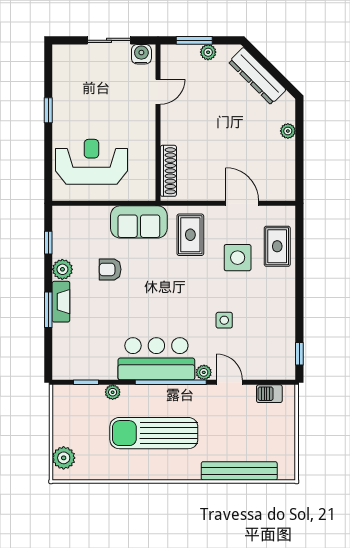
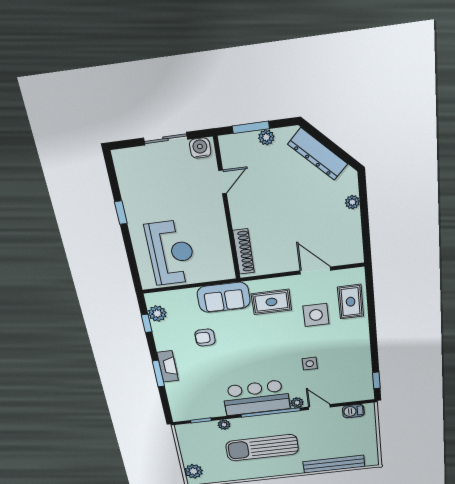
reception desk: (91, 162) -> (171, 253), turned 90
rug: (190, 235) -> (271, 302), turned 90
plant: (62, 269) -> (157, 314), moved

